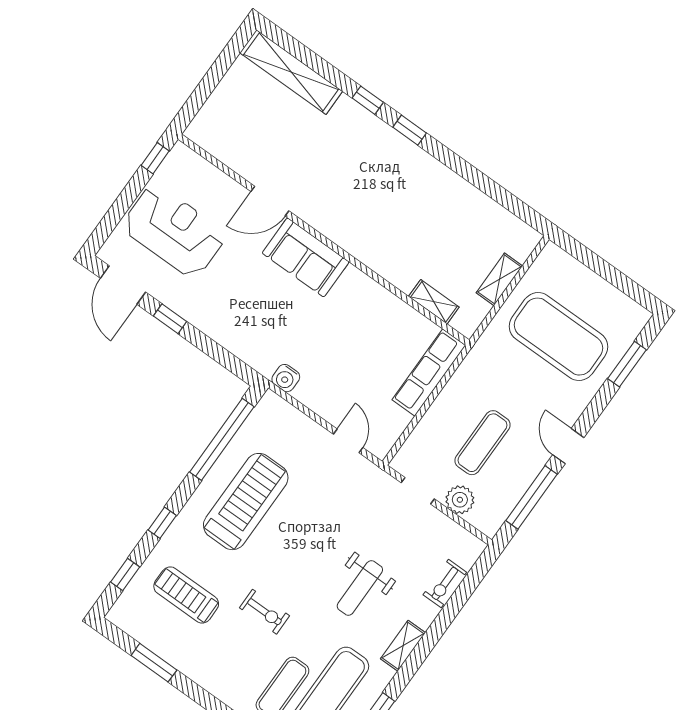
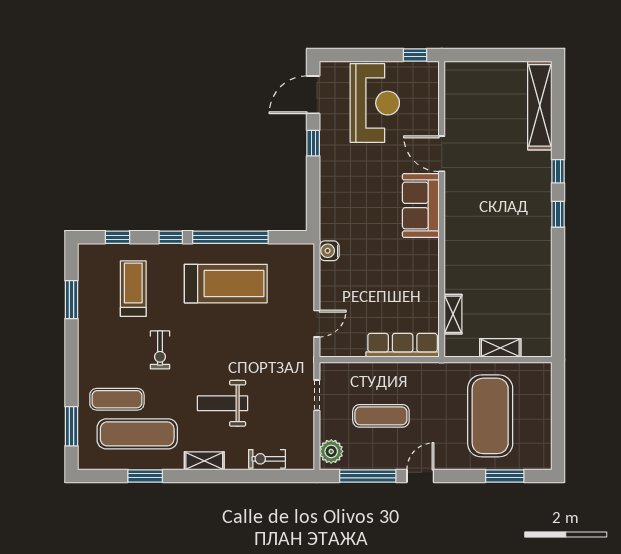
window: (222, 439) -> (230, 237), moved
plant: (460, 500) -> (331, 451), moved

